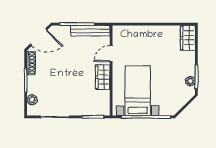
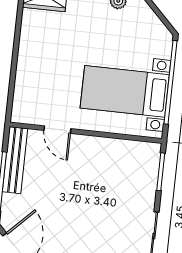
wardrobe: (103, 77) -> (96, 148), removed

